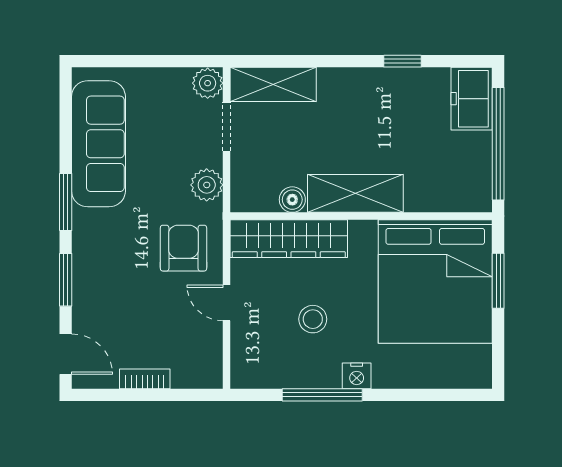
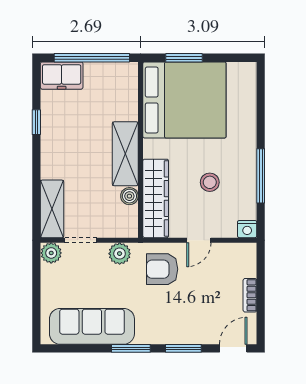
nightstand: (357, 376) -> (247, 229), moved, turned 90

